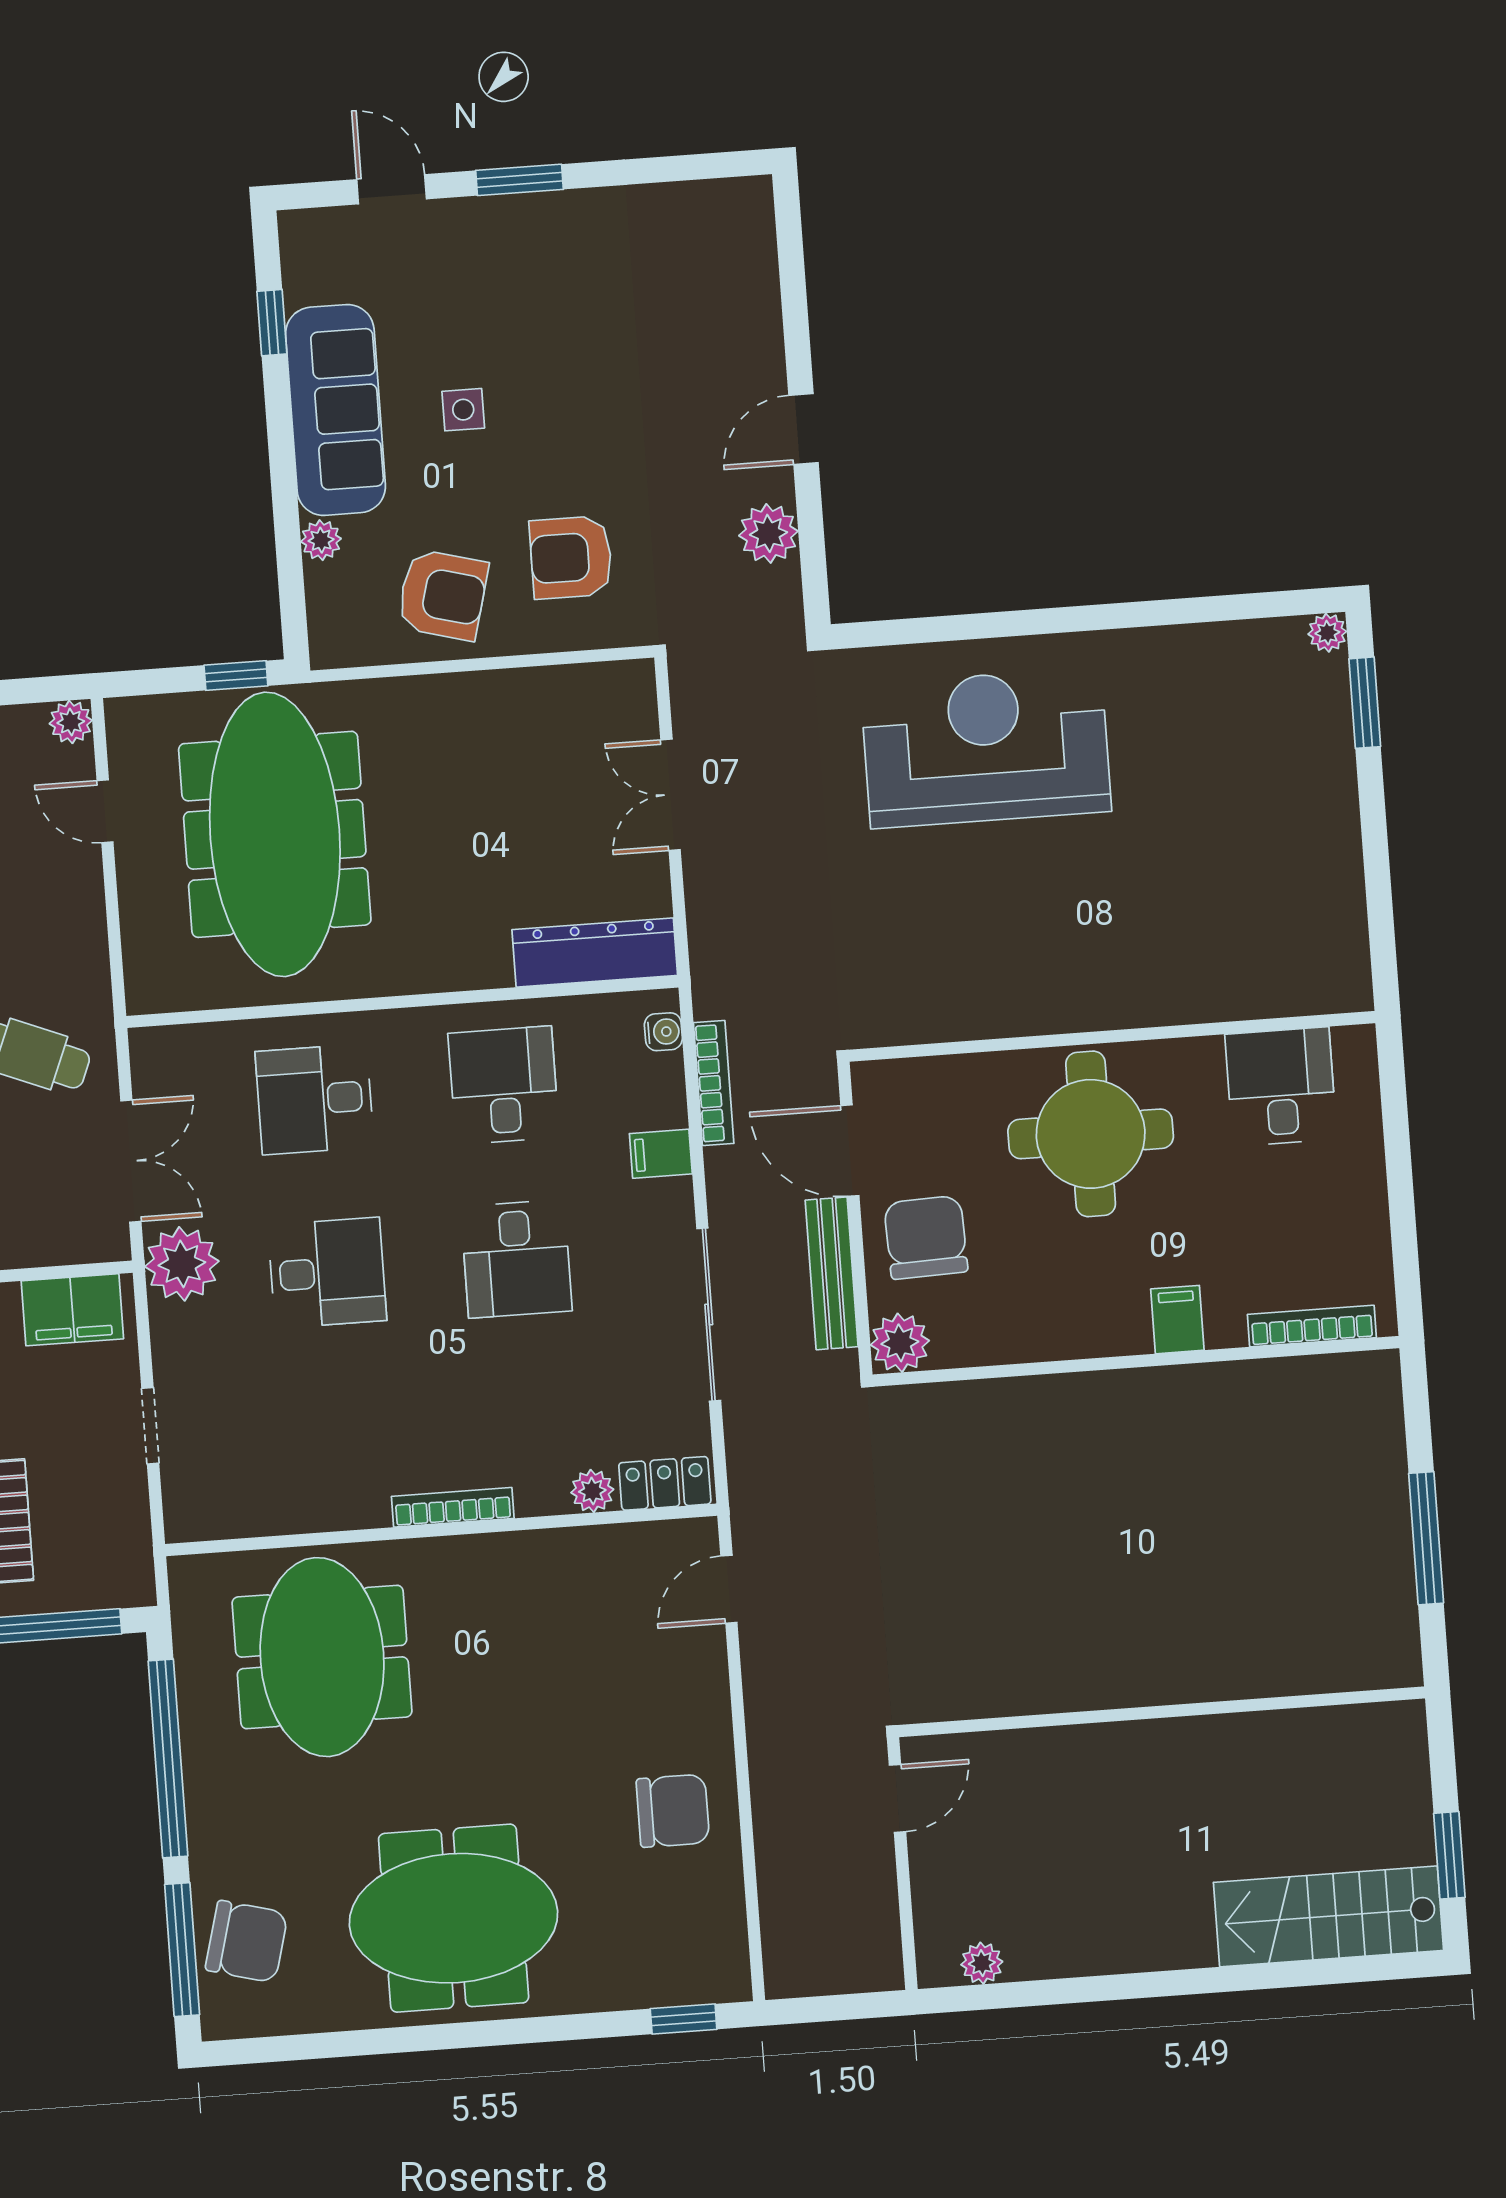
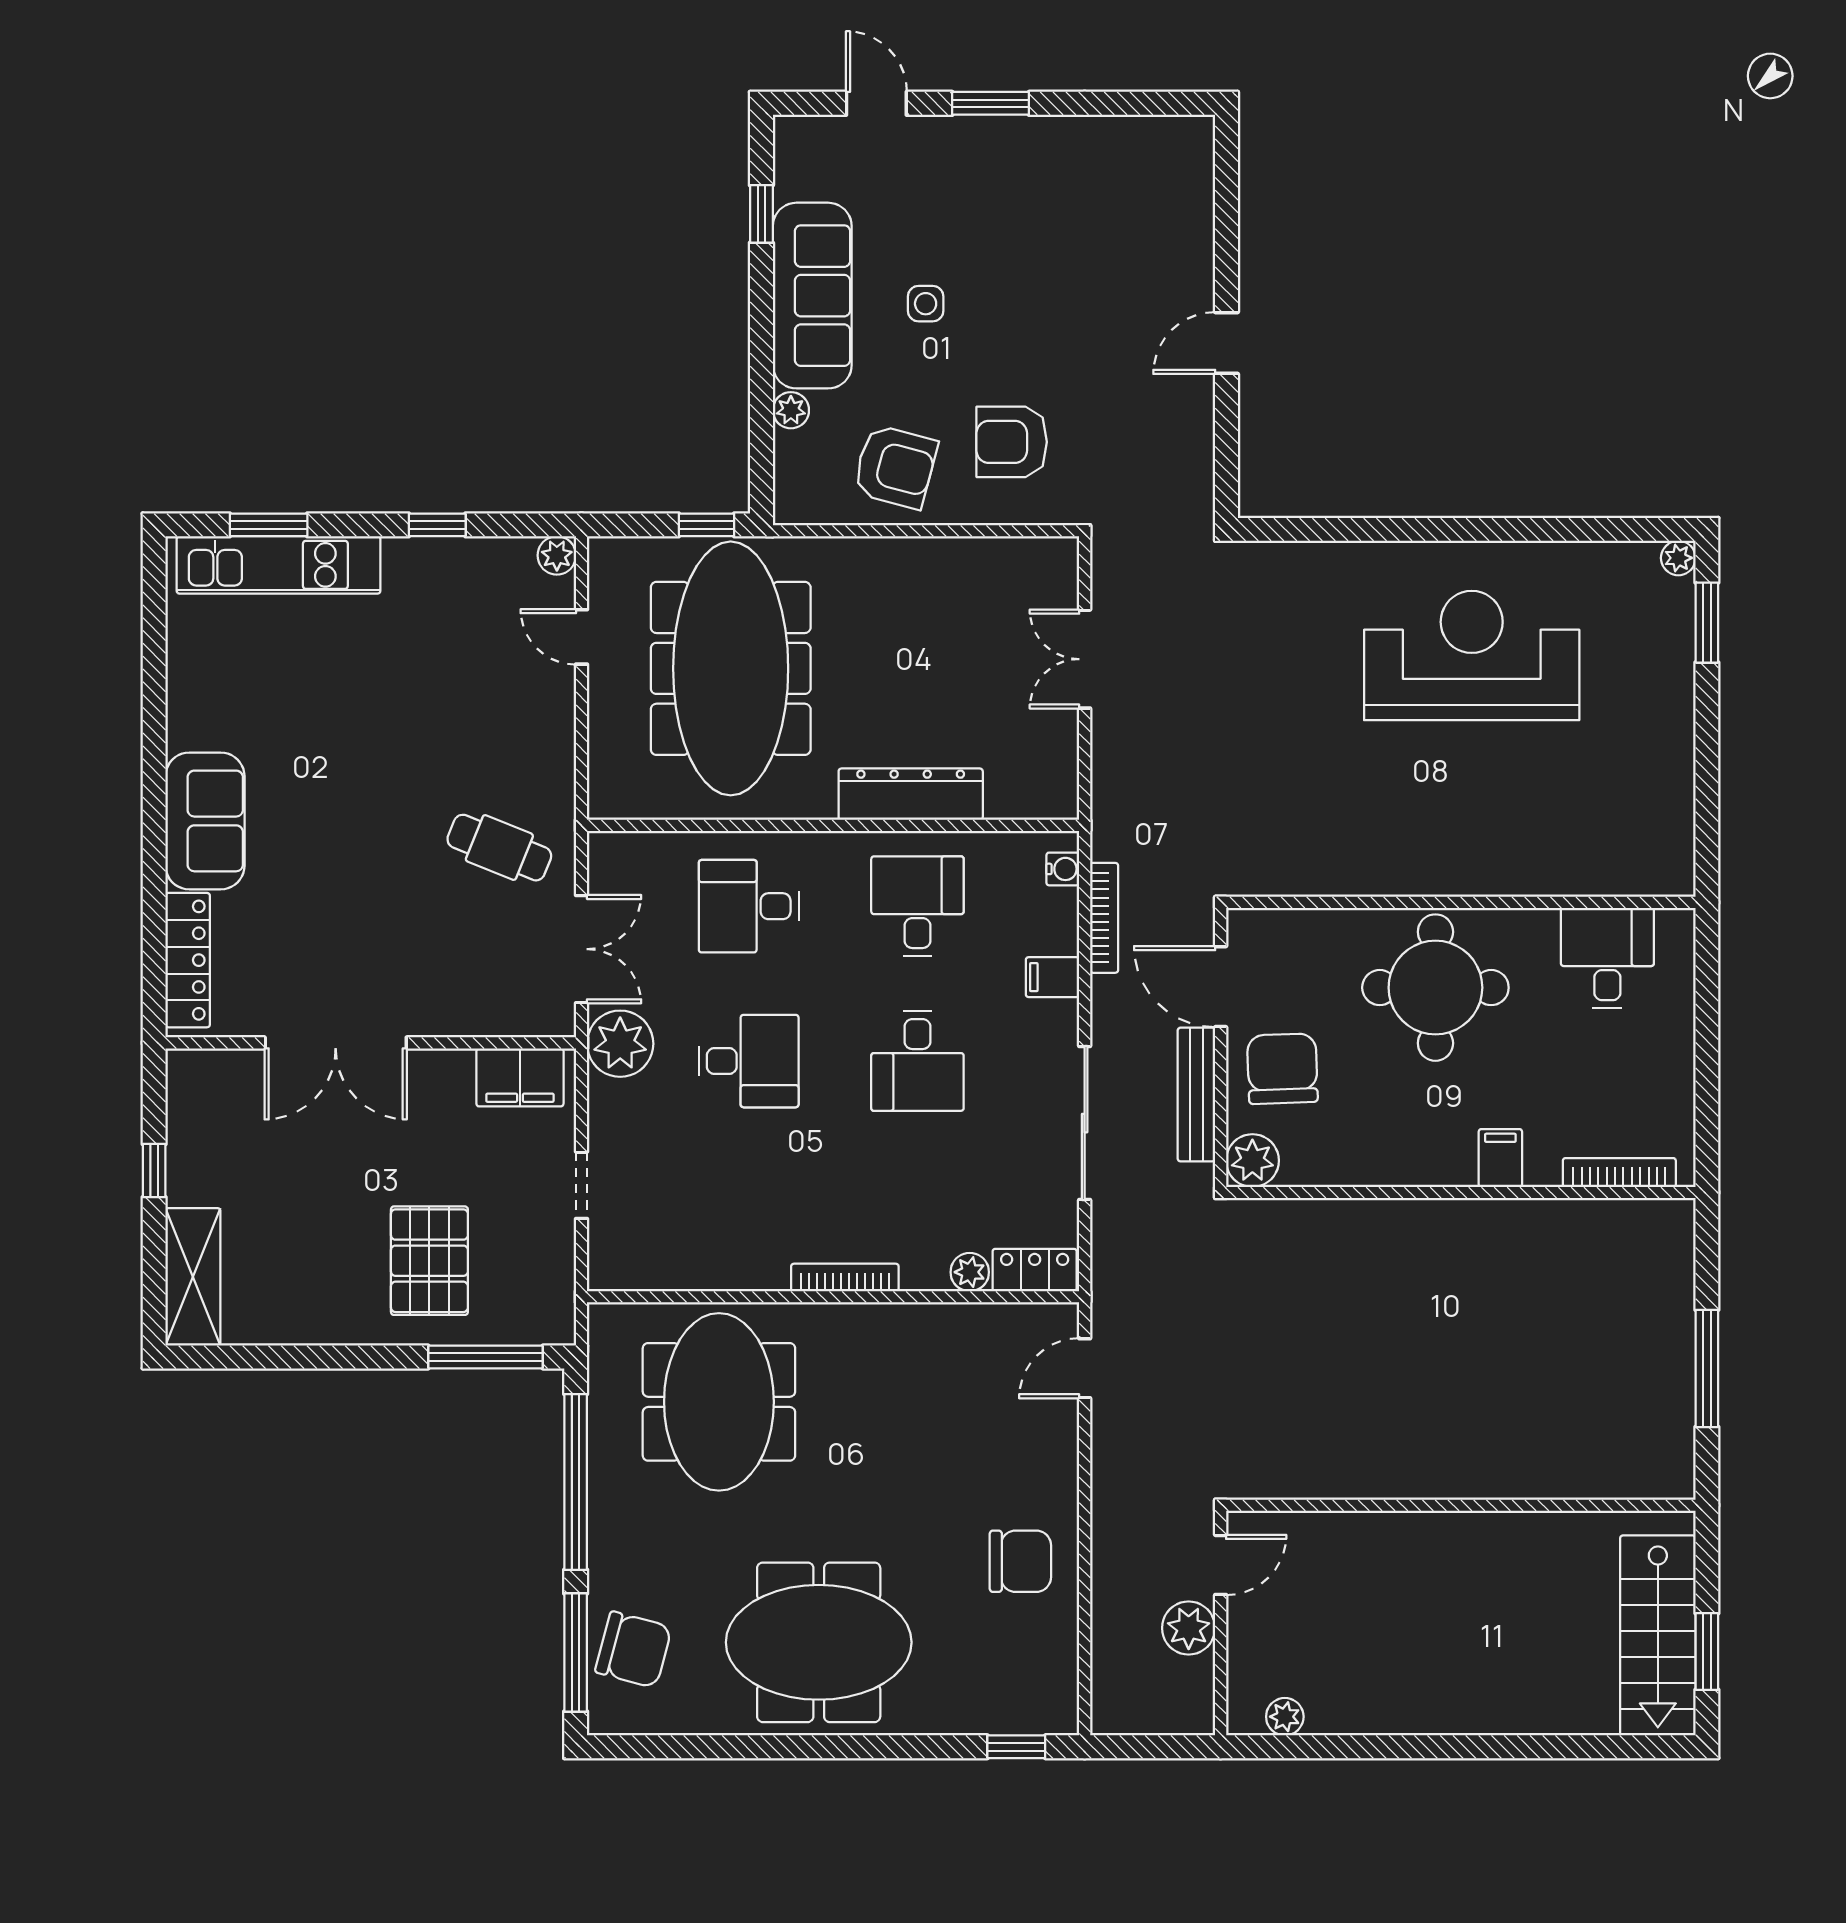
plant: (768, 533) -> (1189, 1628), moved
reception desk: (986, 748) -> (1472, 656), moved
dresser: (595, 952) -> (911, 794), moved
stairs: (1328, 1916) -> (1658, 1635), moved, turned -90

